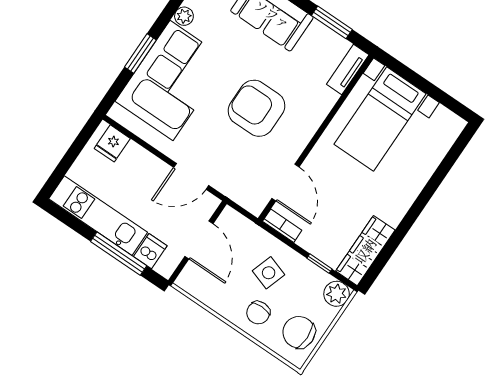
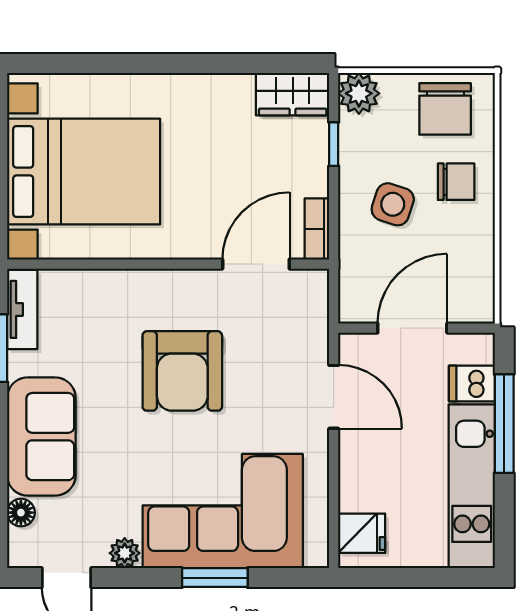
tv unit: (348, 70) -> (22, 309), moved, turned -90
bed with nightstands: (380, 119) -> (84, 172), width x1.36
wardrobe: (365, 251) -> (293, 94), width x0.67

